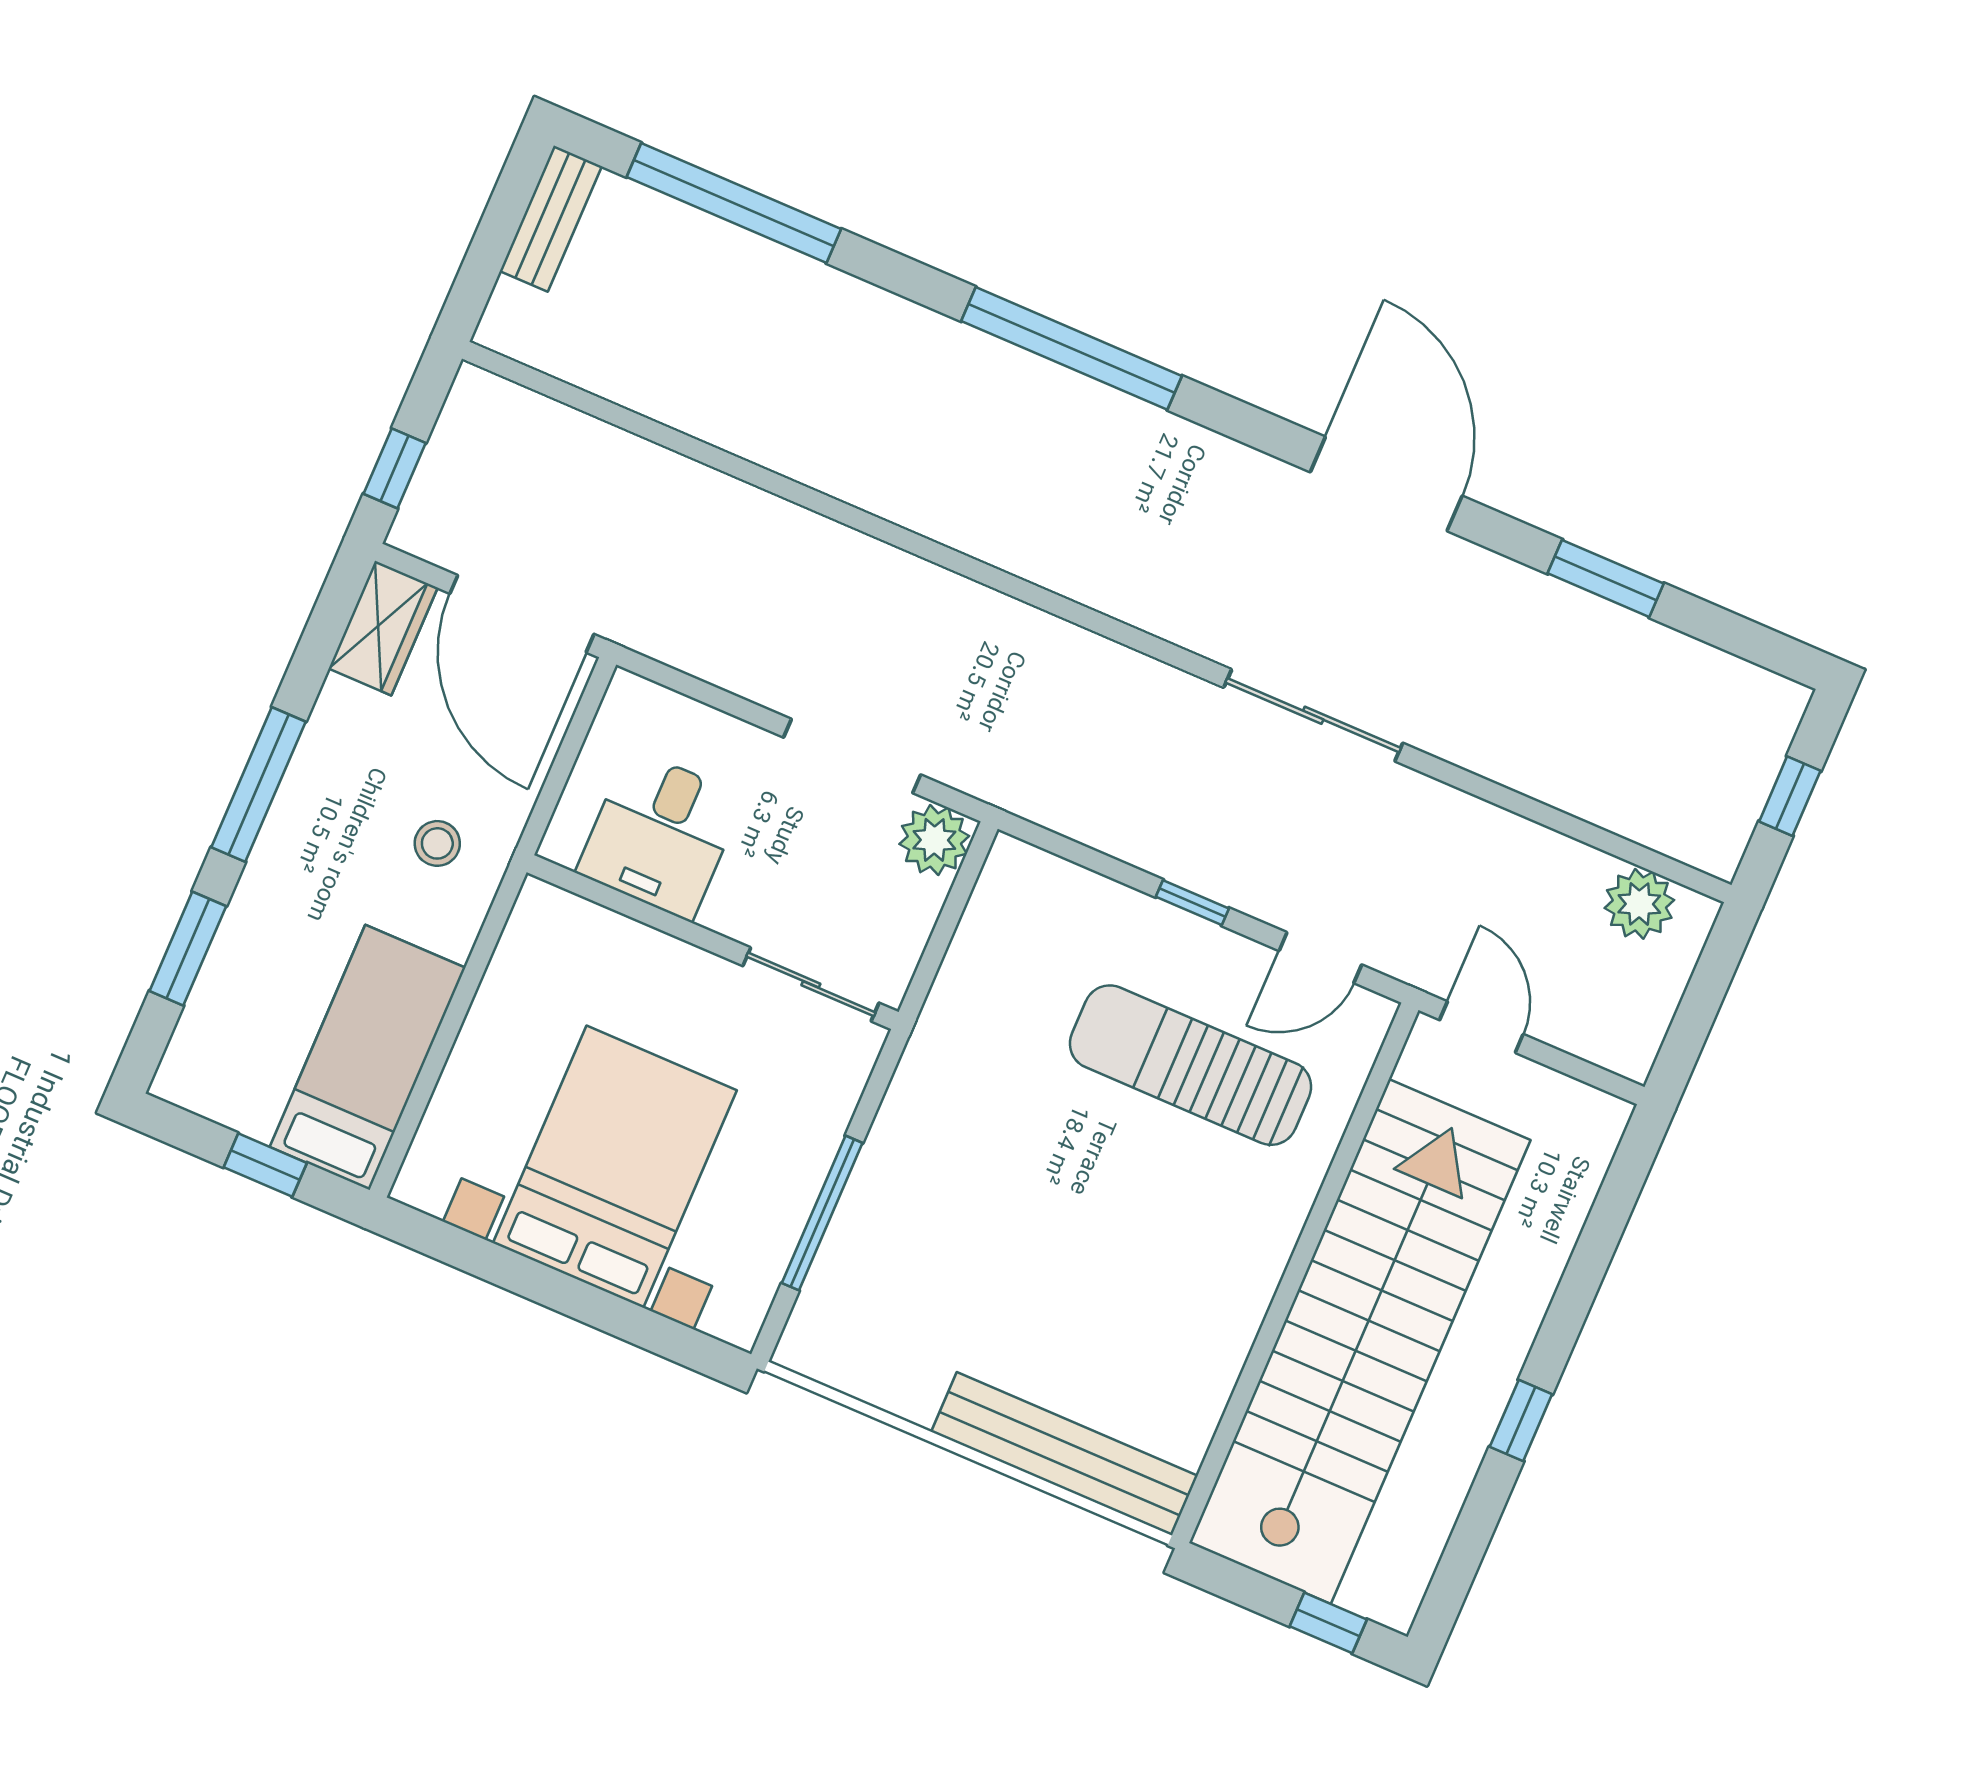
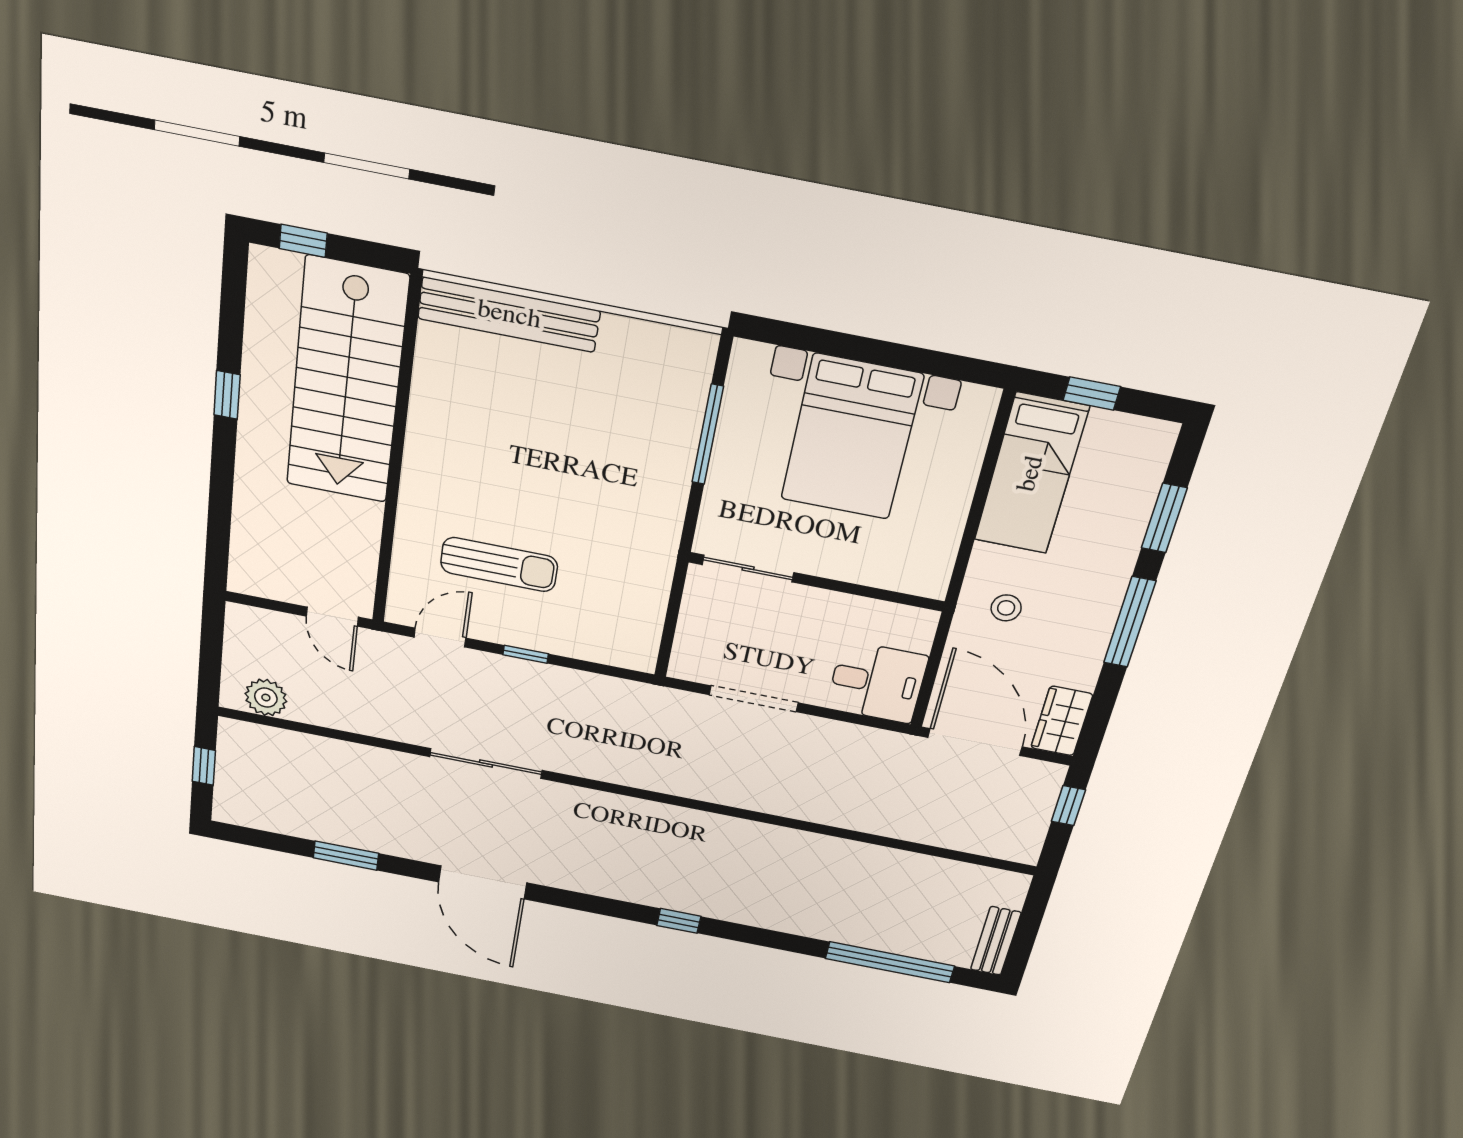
window: (1072, 348) -> (679, 921), width x0.32
desk: (660, 834) -> (877, 682), moved, turned 90
plant: (934, 840) -> (691, 662), removed
sun lounger: (1190, 1065) -> (499, 565), width x0.73, depth x0.75
stairs: (1360, 1341) -> (347, 382), width x0.73

